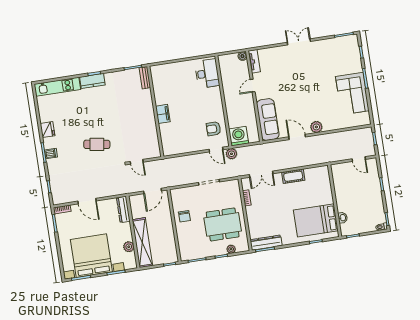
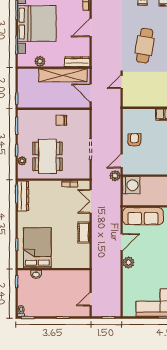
armchair: (214, 129) -> (134, 140), moved
cafe table: (97, 144) -> (145, 46), width x1.37, depth x1.35
shelving: (142, 243) -> (63, 75), moved

